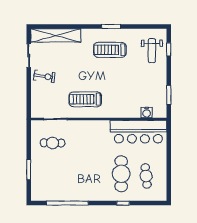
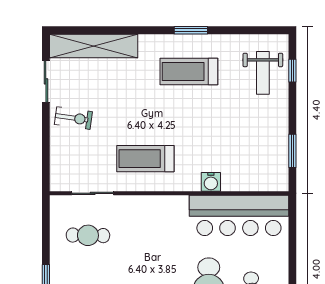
water cooler: (147, 113) -> (211, 182), moved

